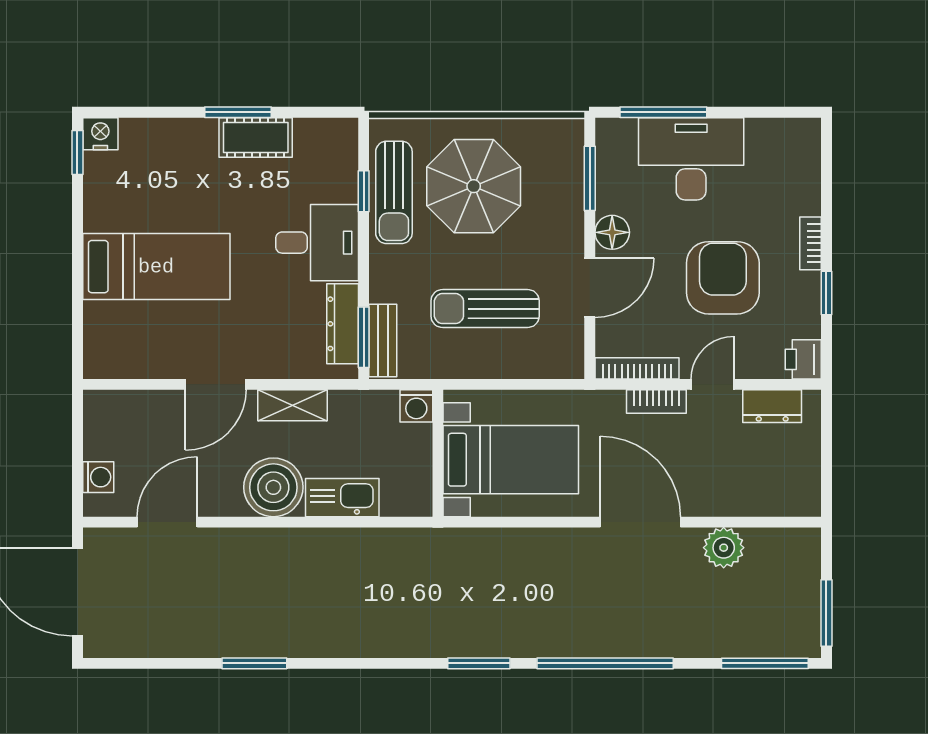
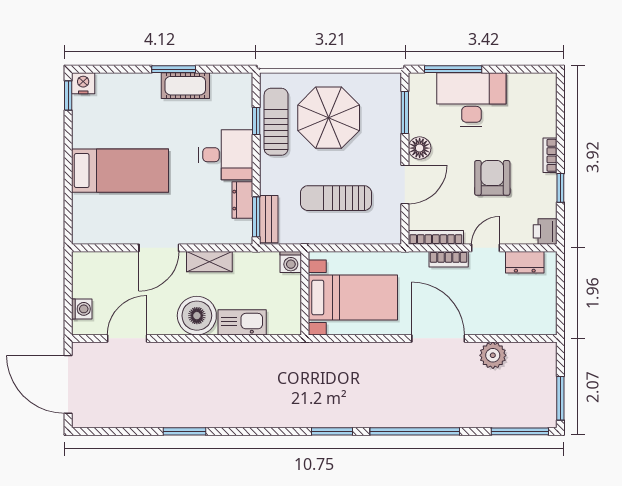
sun lounger: (394, 192) -> (276, 122), turned 180
armchair: (723, 278) -> (492, 178), width x0.73, depth x0.73
dresser: (343, 324) -> (242, 200), width x0.70

